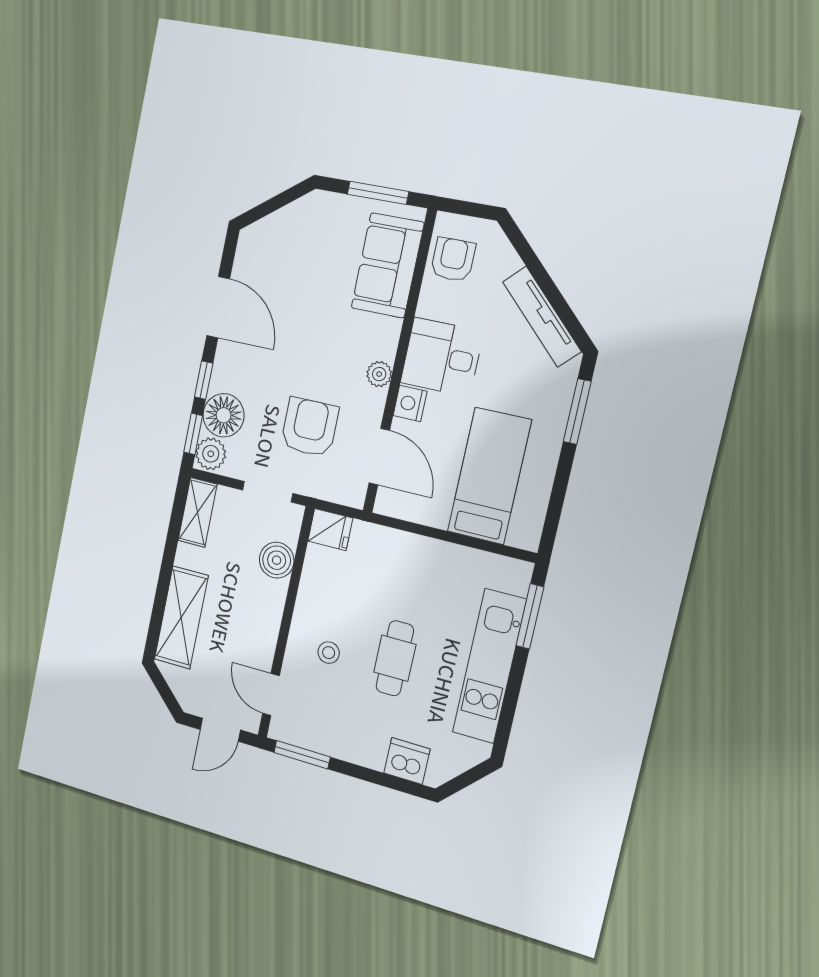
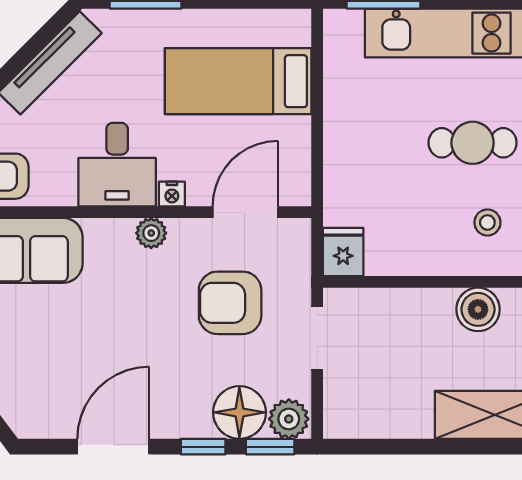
nightstand: (410, 403) -> (172, 194), width x0.72, depth x0.74
shelving: (198, 512) -> (363, 421), removed
boiler: (277, 560) -> (478, 309), moved

